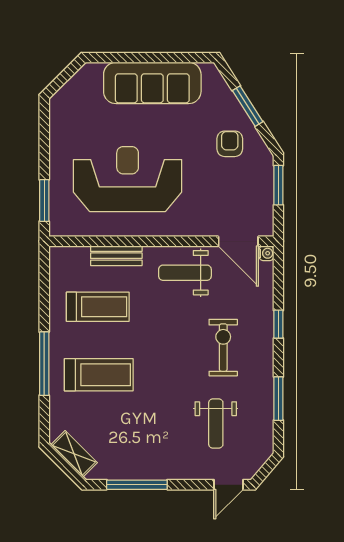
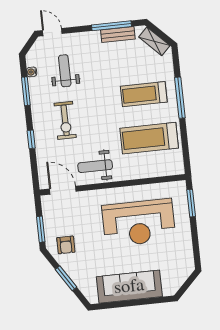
armchair: (230, 144) -> (66, 245), moved
water cooler: (266, 253) -> (32, 72), moved
bench: (116, 256) -> (118, 34), moved
weight bench: (185, 273) -> (95, 166), turned 180
treadmill: (98, 307) -> (149, 138), width x1.37, depth x1.38
door: (228, 485) -> (52, 32), hinge flipped

